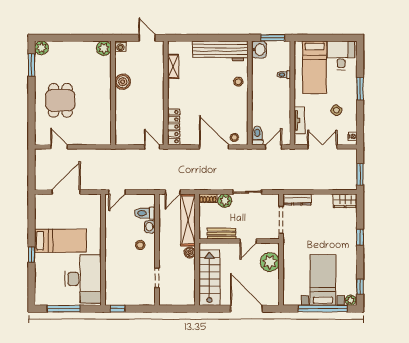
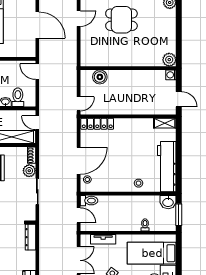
door: (147, 38) -> (179, 99), hinge flipped
shelving: (173, 66) -> (165, 123), moved
boiler: (123, 82) -> (100, 77), moved

